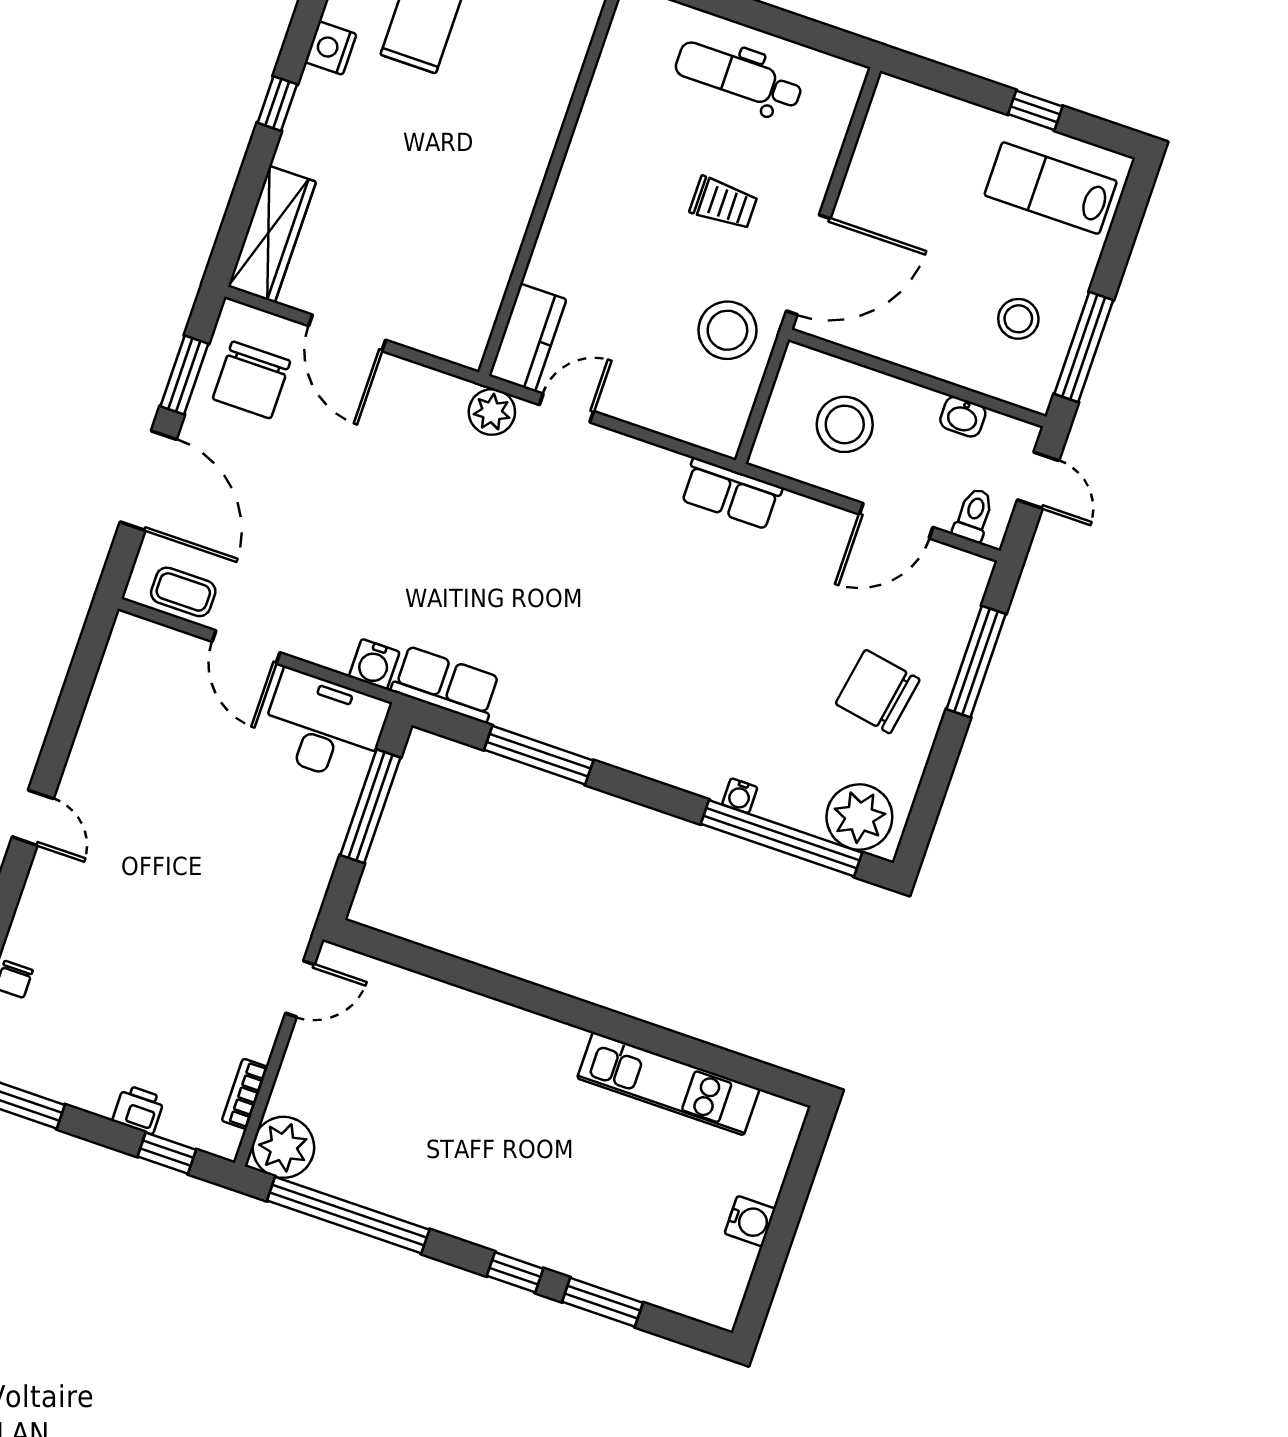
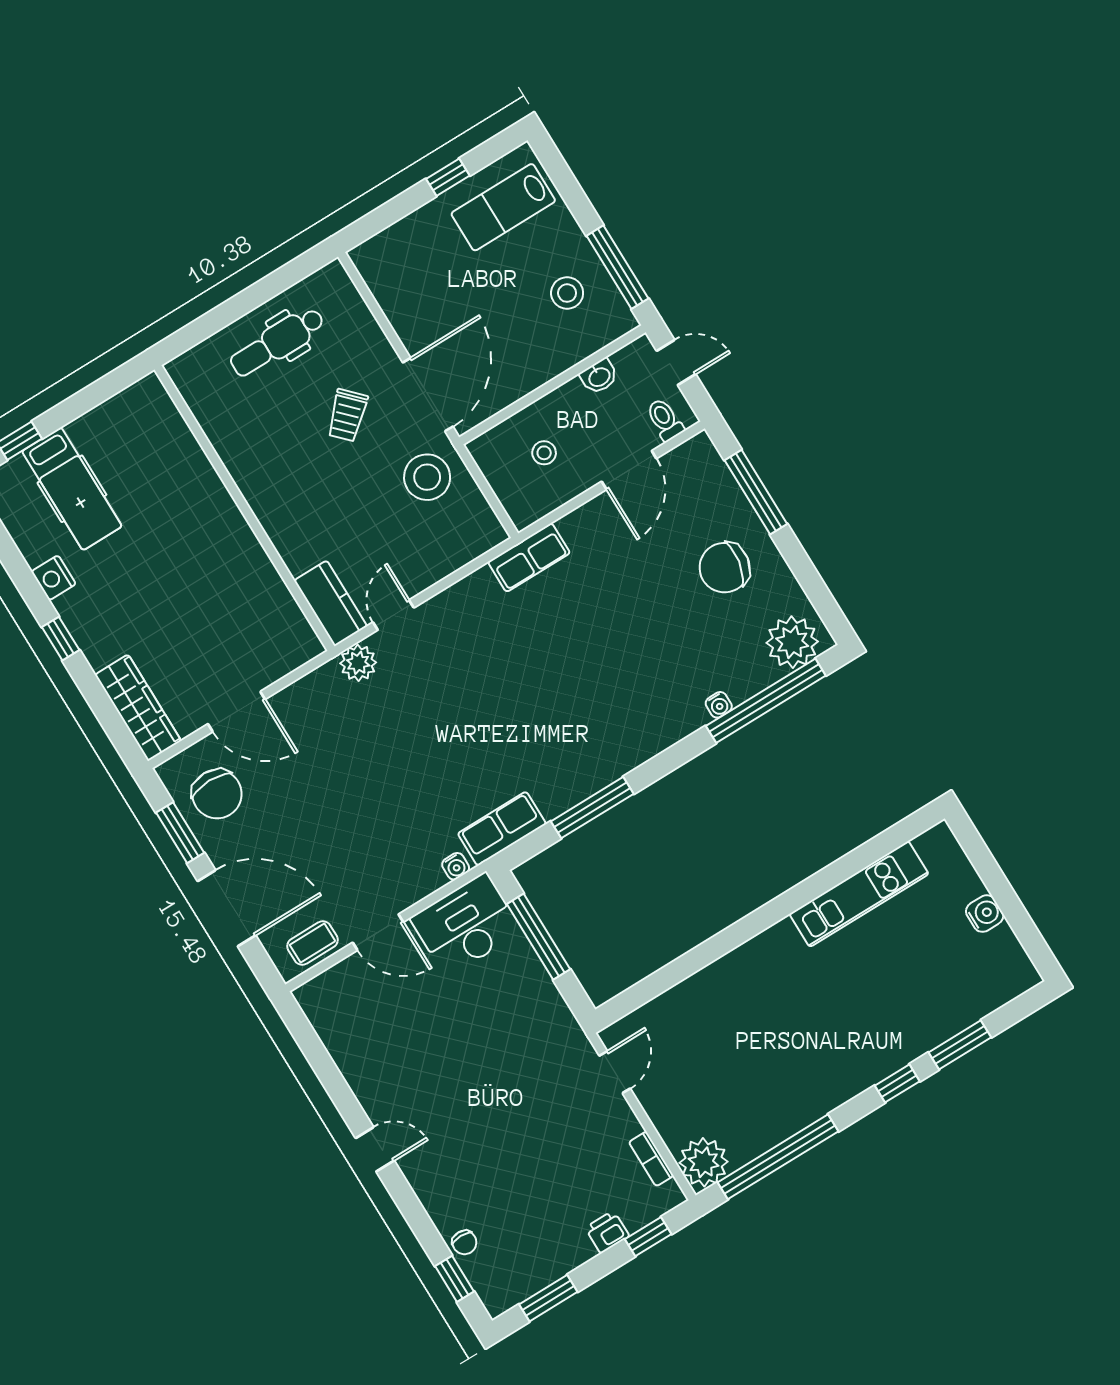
trolley: (724, 203) -> (347, 415), turned 136
stool: (845, 424) -> (544, 453), width x0.53, depth x0.53
water cooler: (374, 664) -> (456, 866), width x0.72, depth x0.72

